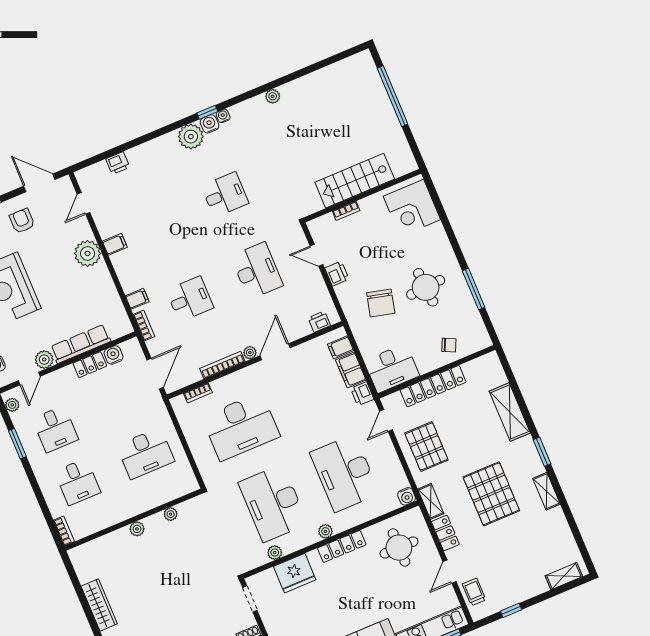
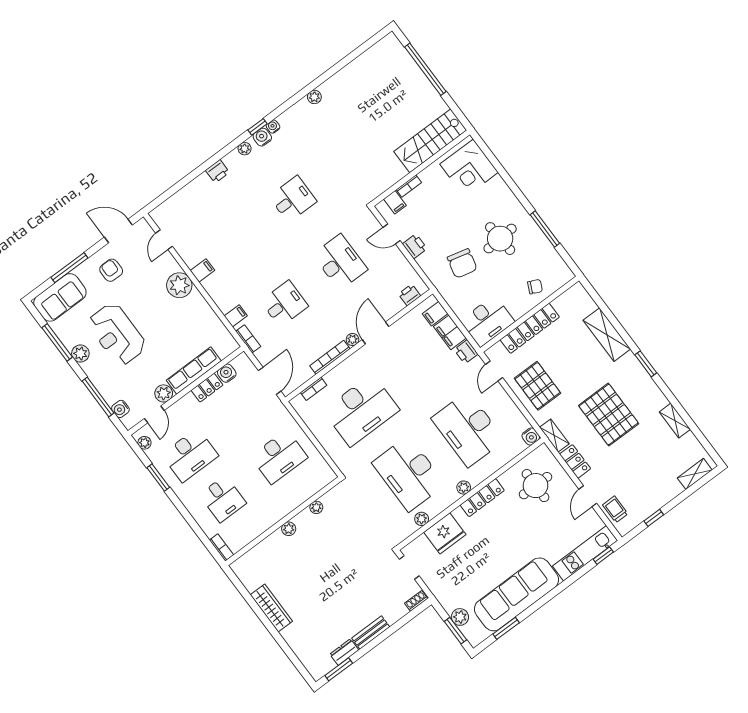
plant: (191, 137) -> (245, 149), width x0.53, depth x0.53
printer: (118, 163) -> (217, 171), moved
stairs: (355, 181) -> (430, 141), moved
filing cabinet: (328, 224) -> (395, 202), added
desk: (55, 429) -> (190, 455), width x1.37
shelving: (546, 491) -> (675, 421), moved

